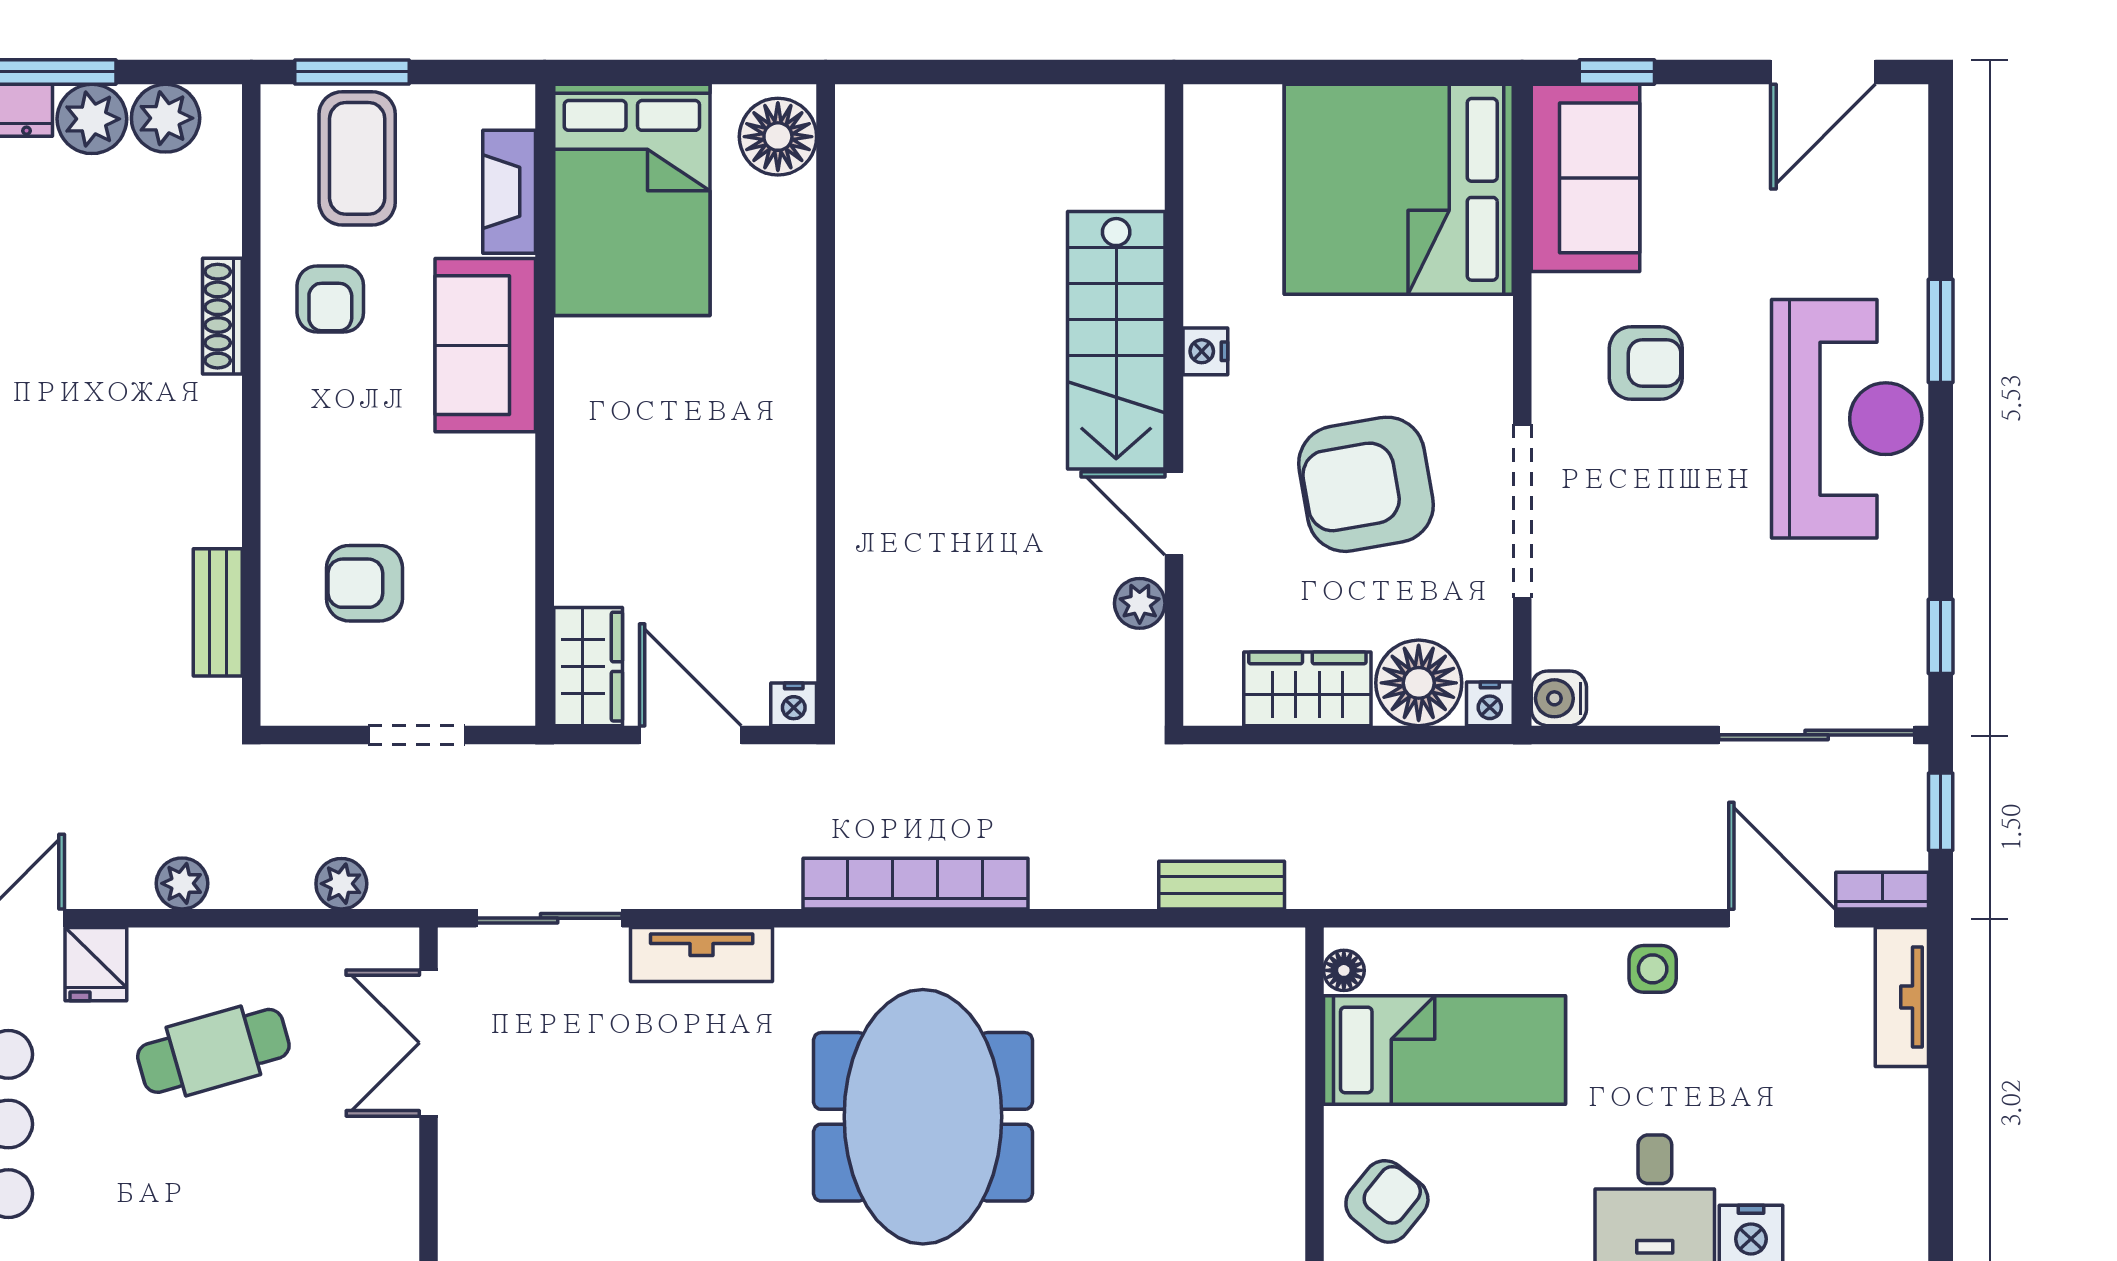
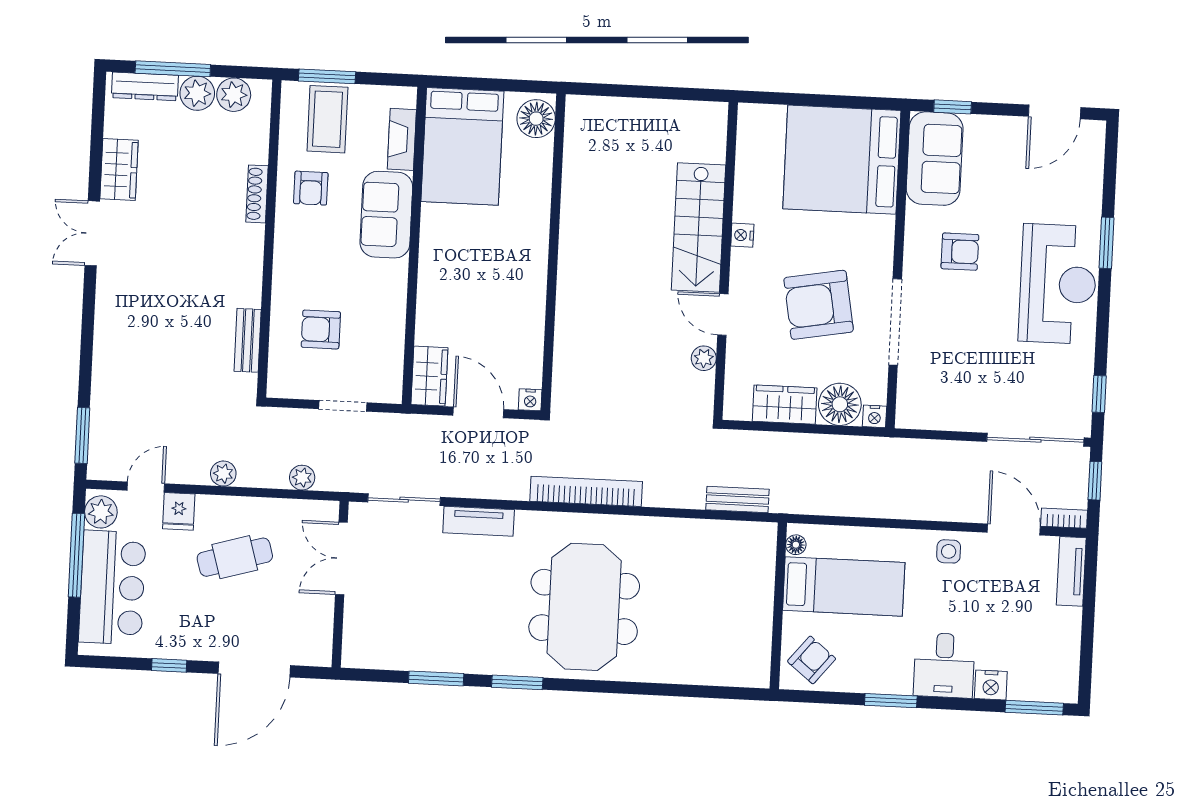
water cooler: (1559, 698) -> (909, 415), removed

